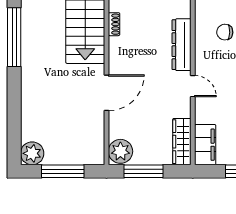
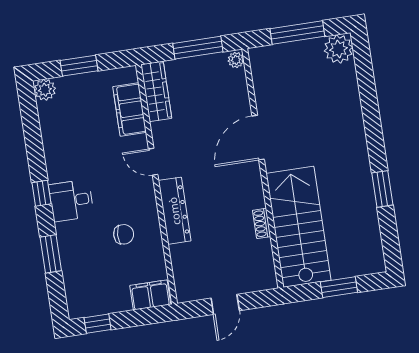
window: (14, 37) -> (382, 189), width x0.47
filing cabinet: (205, 145) -> (130, 110), moved
plant: (120, 151) -> (236, 60), width x0.53, depth x0.53

